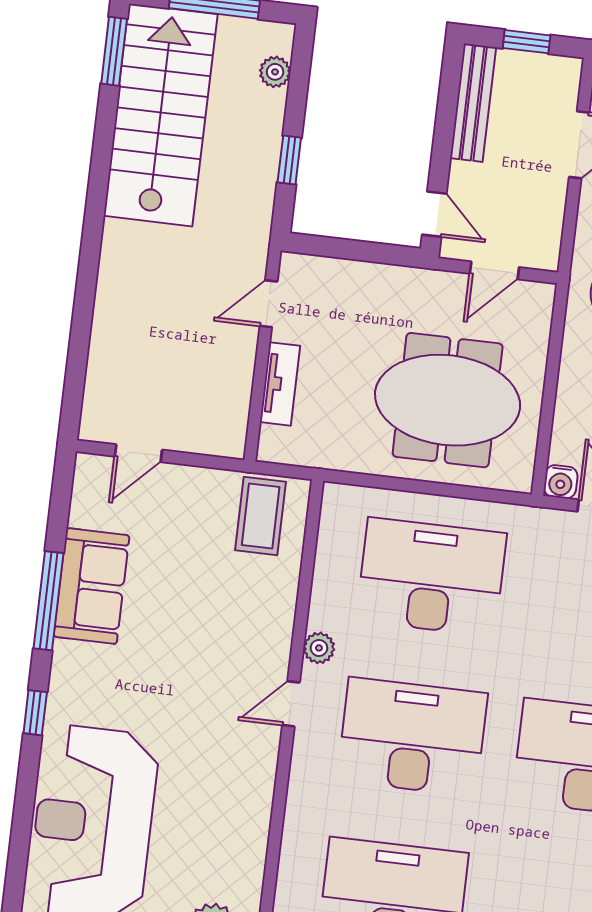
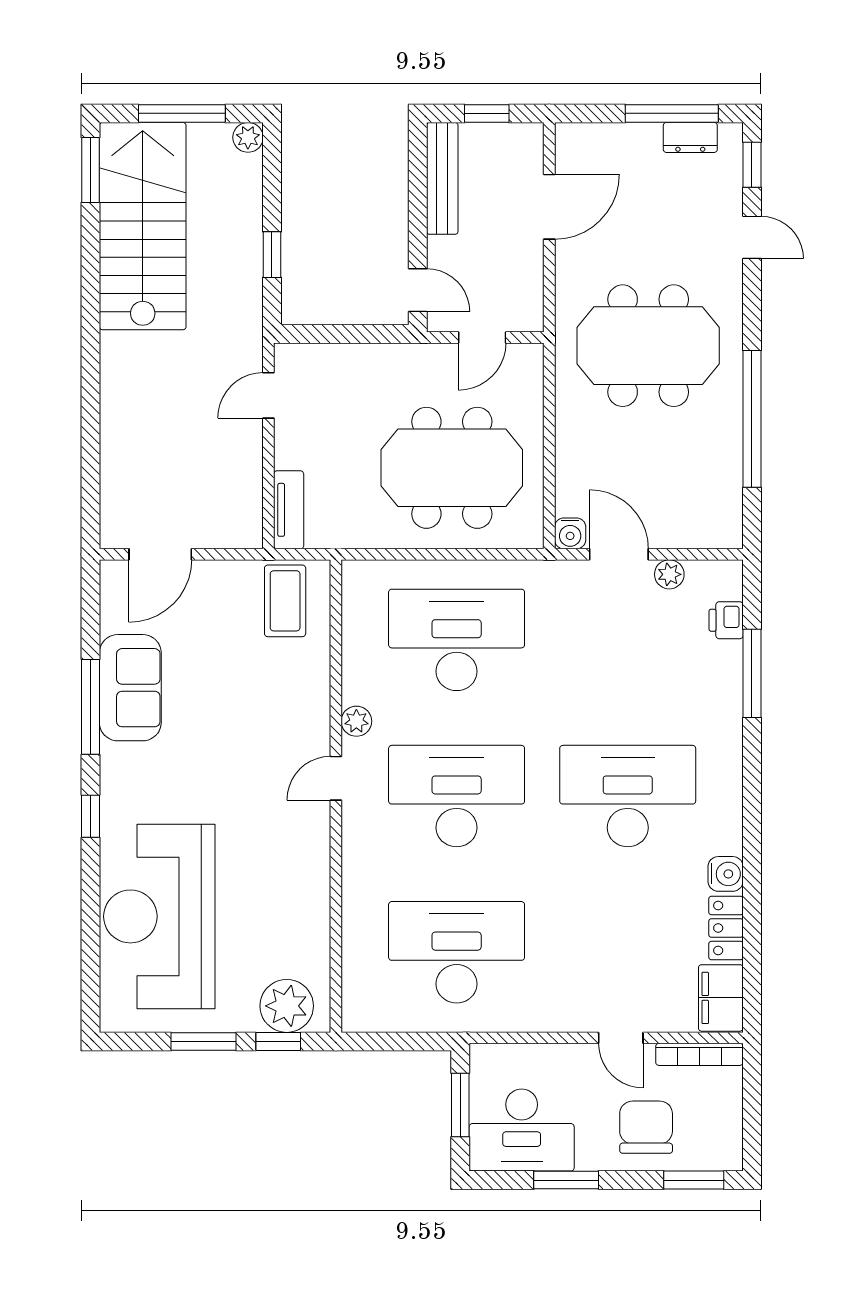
plant: (275, 72) -> (248, 137), moved
tv unit: (280, 384) -> (289, 510), moved
door: (138, 453) -> (160, 554), width x1.38

